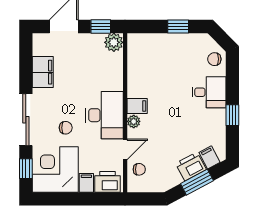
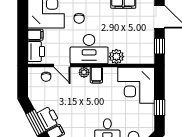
plant: (114, 42) -> (116, 57), moved
corner desk: (150, 56) -> (136, 85), added

